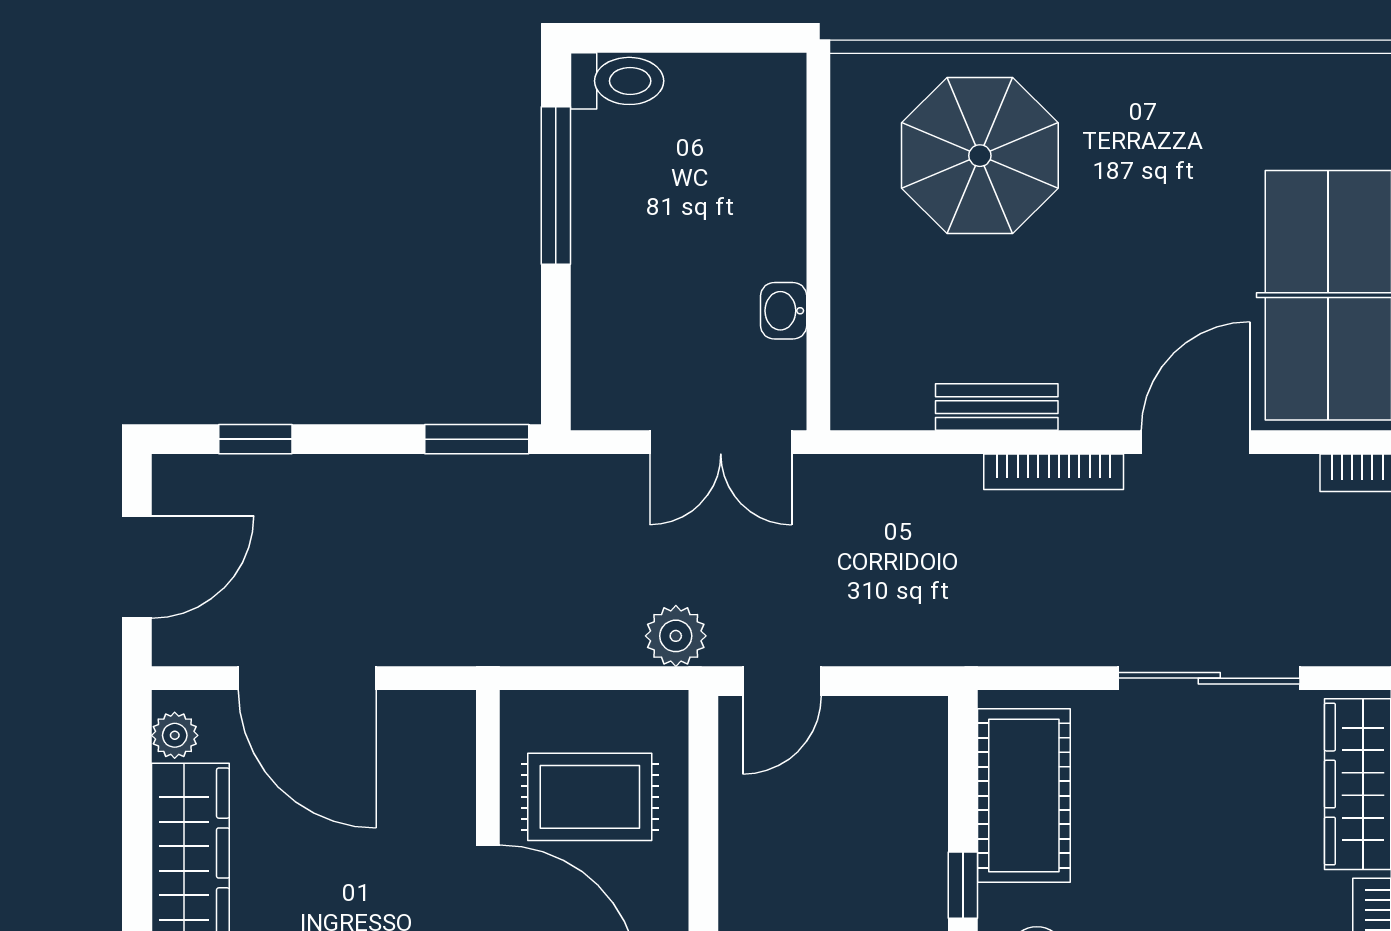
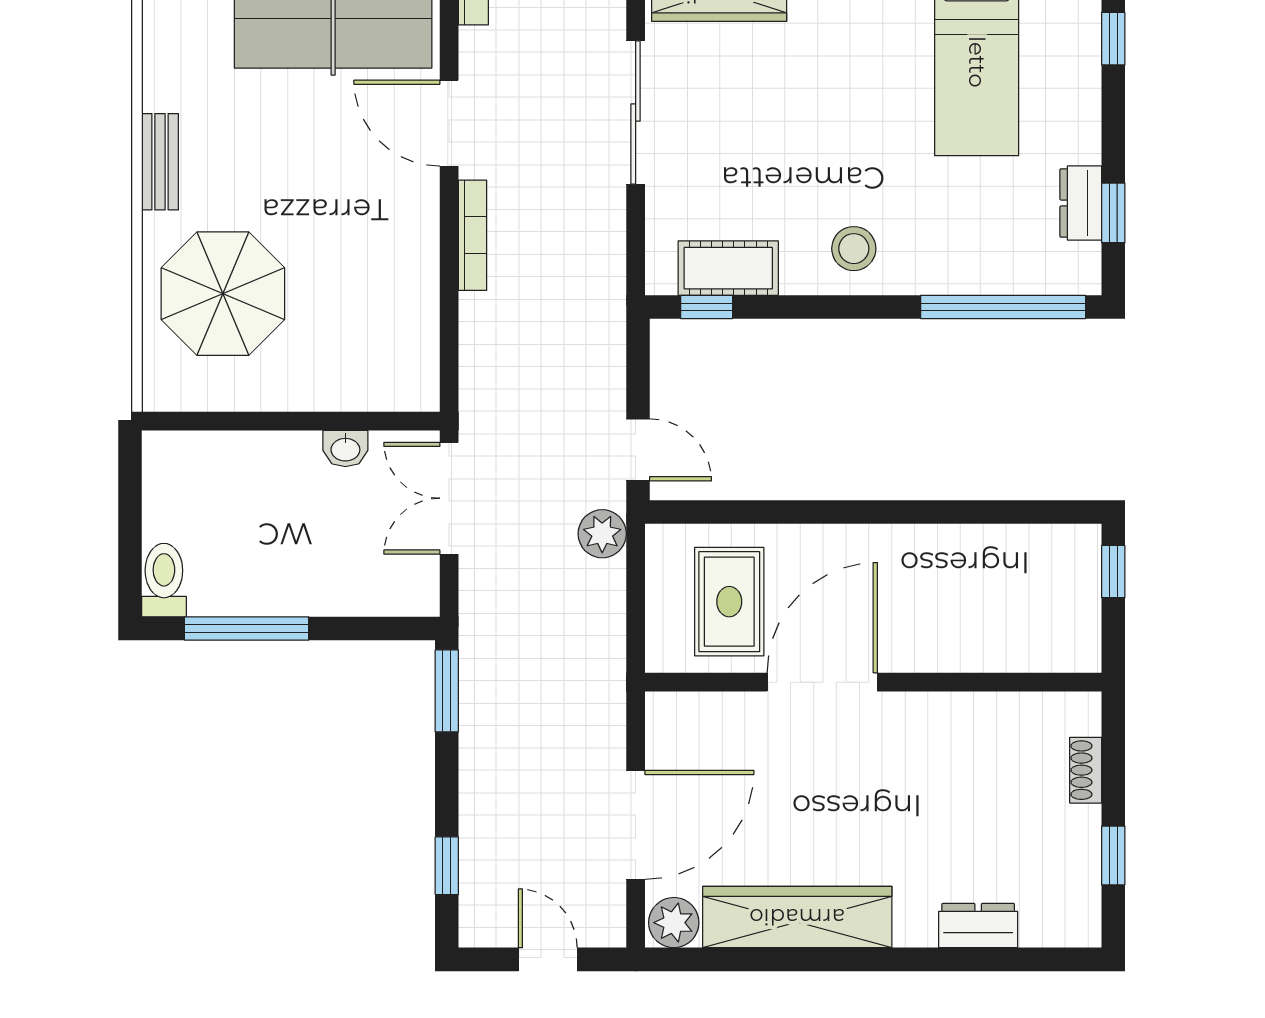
bench: (997, 407) -> (160, 162), moved
double door: (721, 442) -> (449, 498), swing flipped
door: (137, 567) -> (548, 959), width x0.73
plant: (175, 735) -> (674, 923), width x1.38, depth x1.38
cot: (1024, 796) -> (728, 268), width x0.73, depth x0.75
window: (963, 885) -> (707, 307), moved

